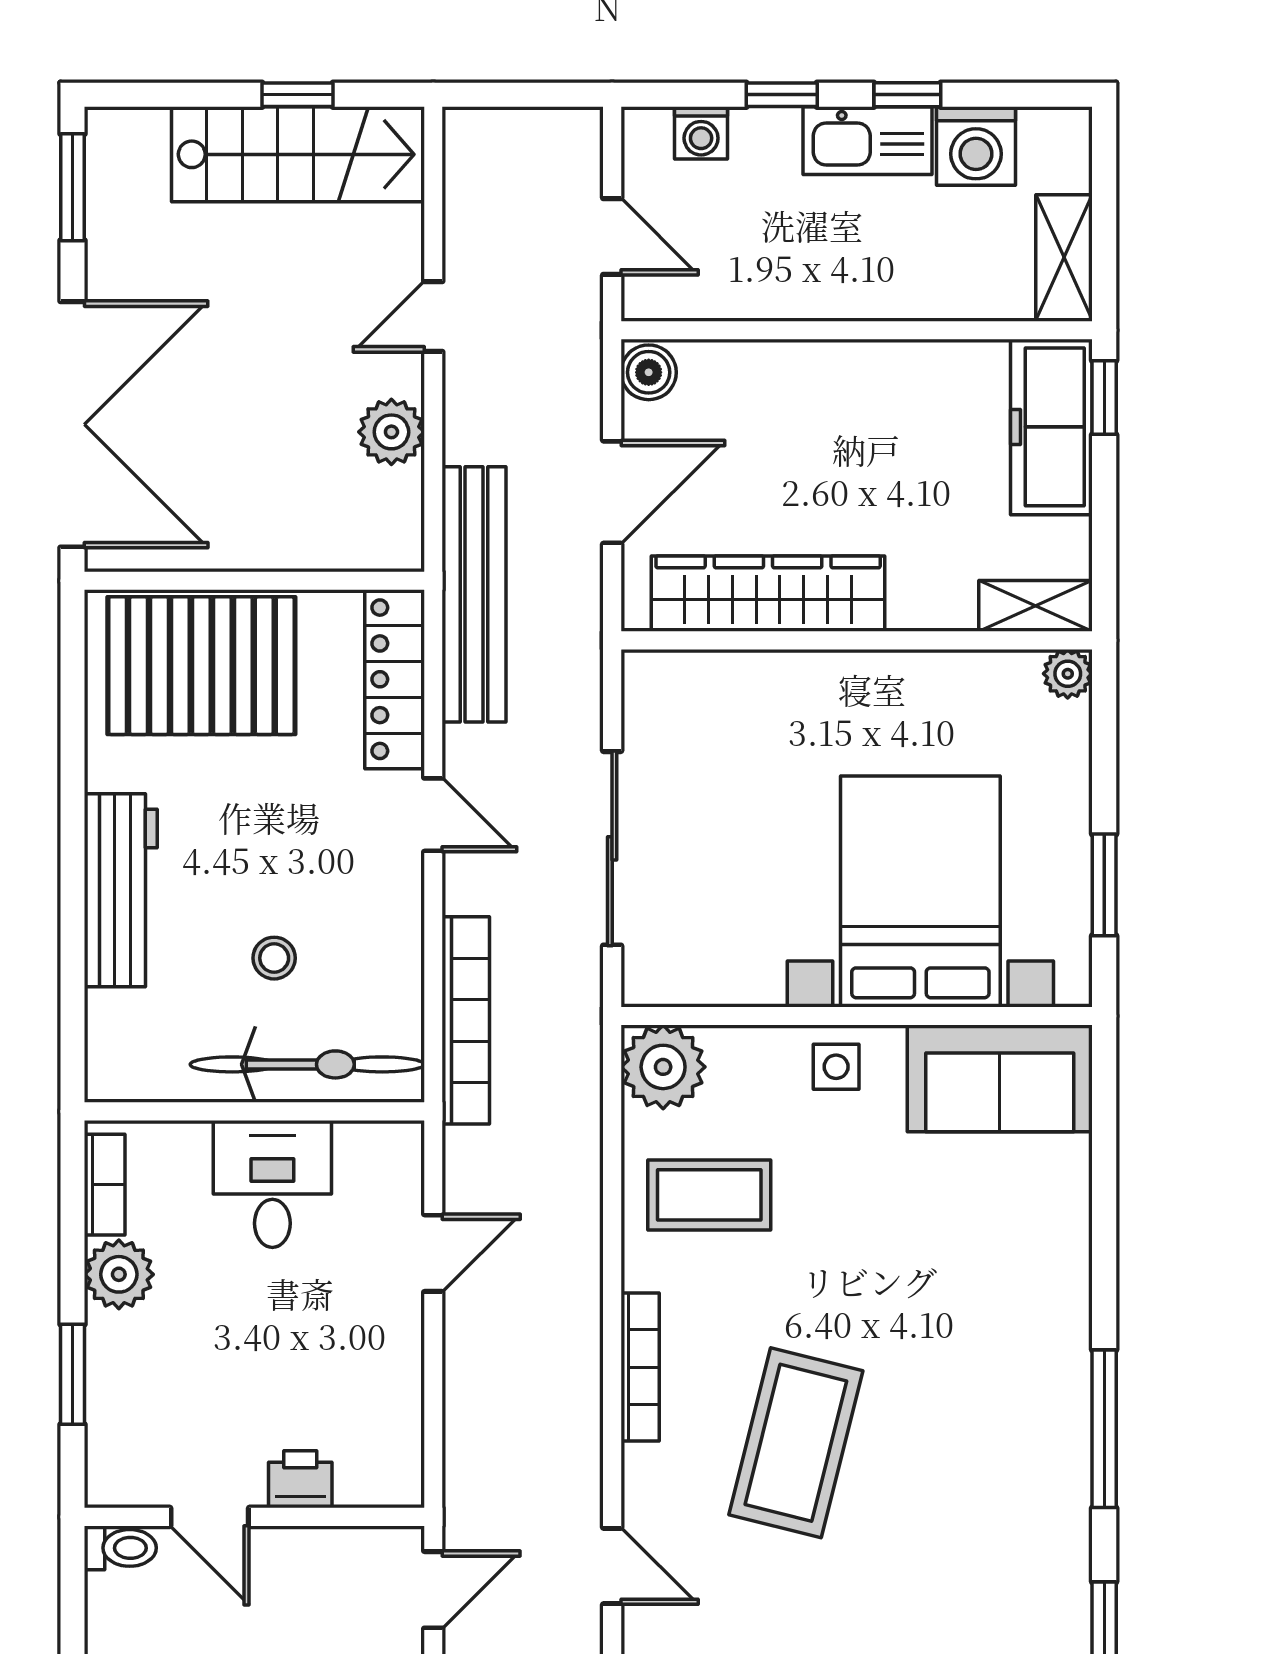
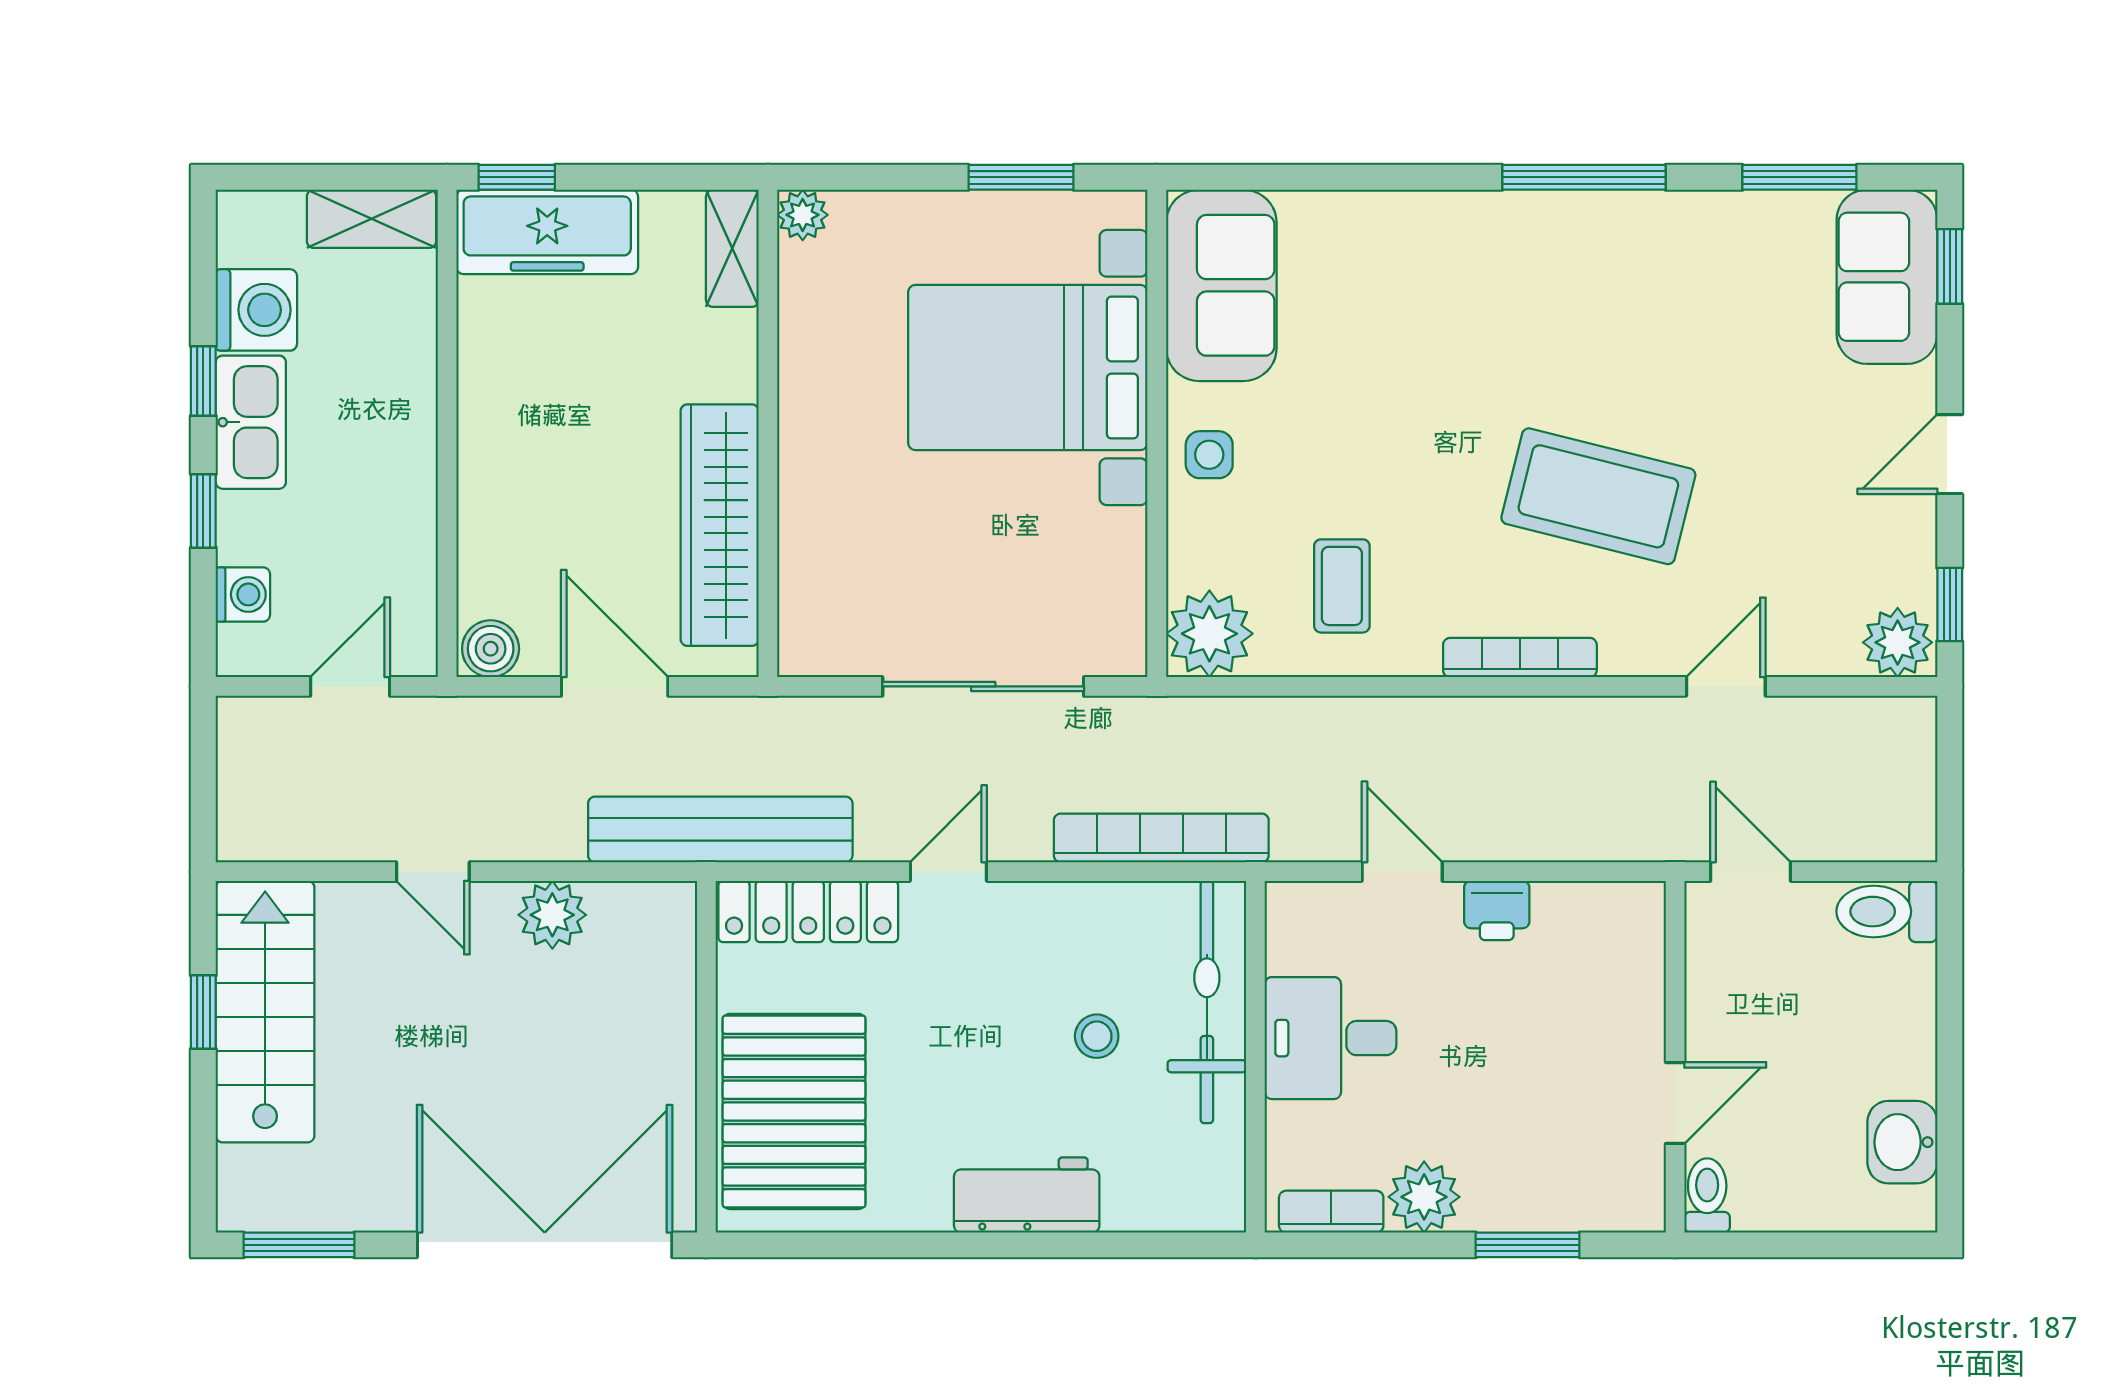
workbench: (121, 890) -> (1027, 1195), width x0.73
coffee table: (709, 1195) -> (1342, 586), width x0.73, depth x0.77
printer: (300, 1479) -> (1497, 911), moved, turned -90

